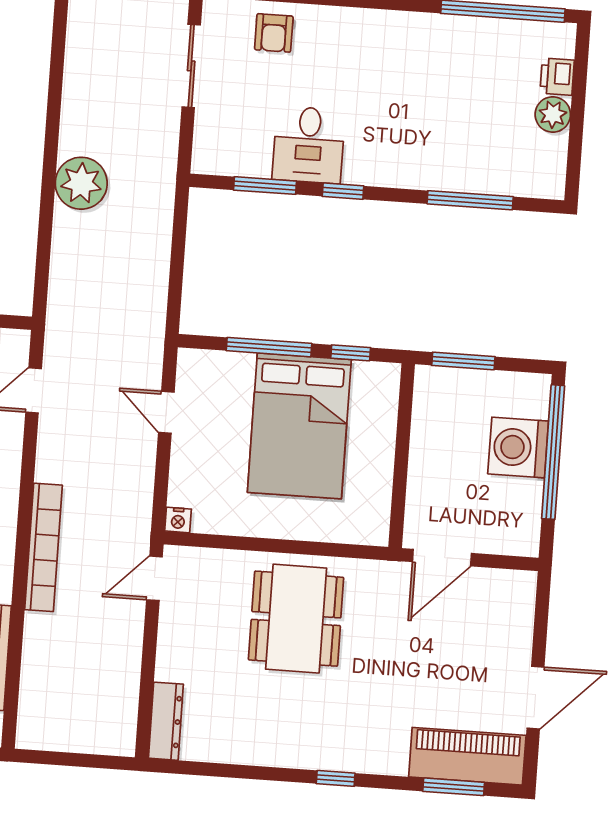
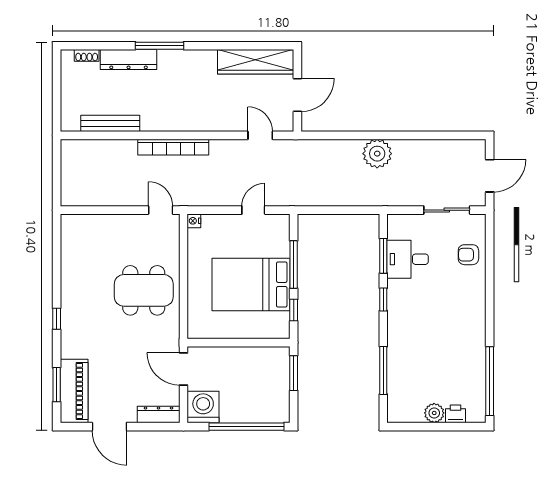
desk: (309, 145) -> (408, 259), moved
washing machine: (518, 447) -> (203, 407), moved
dresser: (166, 721) -> (159, 415), moved, turned 180

